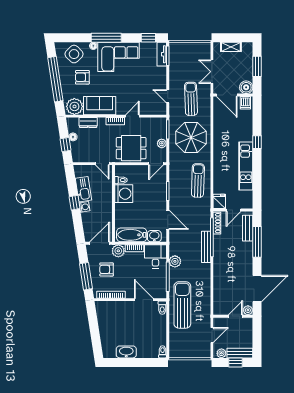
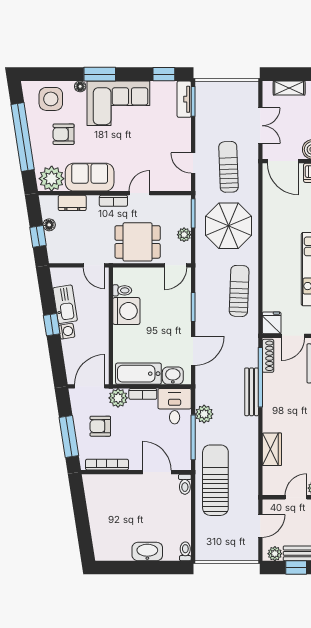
window: (106, 38) -> (100, 74), width x0.69
side table: (74, 54) -> (51, 99), turned 45
double door: (212, 72) -> (260, 126), swing flipped
door: (168, 220) -> (193, 351), hinge flipped
wardrobe: (220, 285) -> (272, 449), added
washbasin: (126, 352) -> (147, 552), moved

